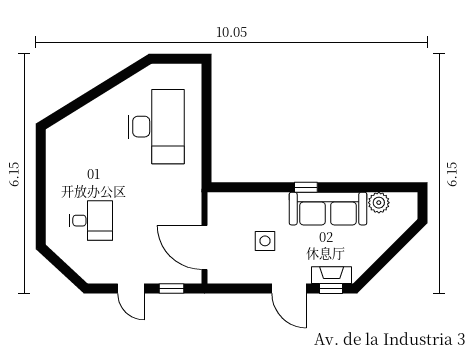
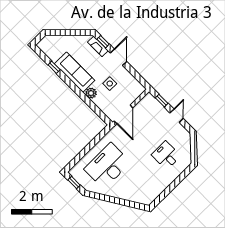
window: (178, 59) -> (74, 182), added
window: (306, 187) -> (54, 67), moved
plant: (379, 203) -> (91, 93), moved
door: (204, 247) -> (123, 114), moved

